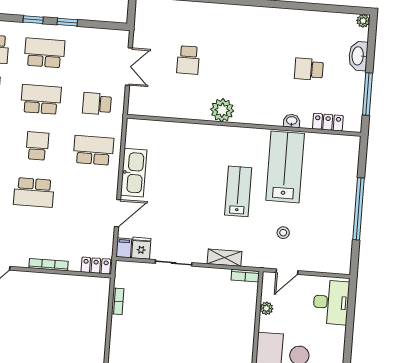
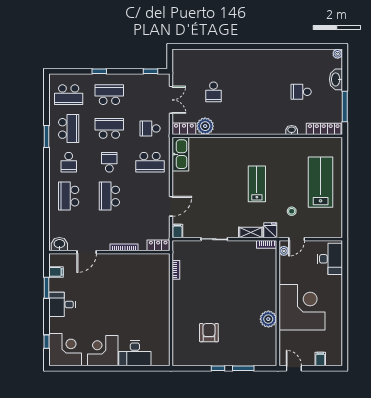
window: (67, 22) -> (150, 71), moved
locker: (144, 108) -> (184, 129), added
plant: (222, 110) -> (205, 126), moved
locker: (328, 122) -> (324, 129), width x1.53
school desk: (93, 150) -> (150, 162), turned 180
lab bench: (285, 167) -> (321, 182), moved
kitchen sink: (134, 173) -> (180, 154), moved
school desk: (34, 192) -> (109, 196), turned 90
window: (359, 209) -> (345, 190), removed
fridge: (141, 248) -> (270, 230), moved
plant: (266, 308) -> (284, 251), moved

